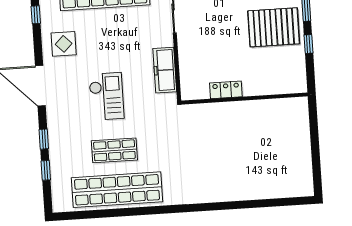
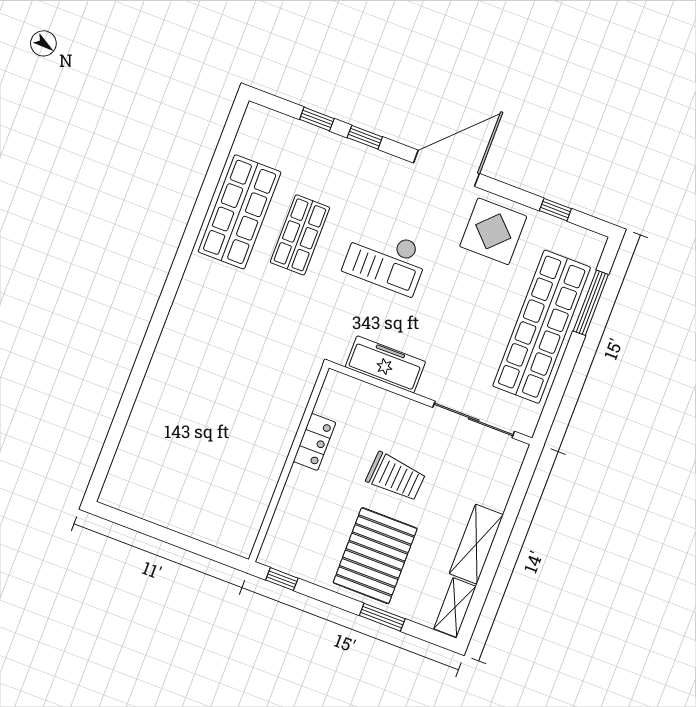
trolley: (225, 36) -> (396, 477), added
display table: (64, 44) -> (493, 231), width x1.36, depth x1.36
window: (308, 44) -> (282, 579), moved
shop shelf: (117, 190) -> (240, 212), width x0.71

